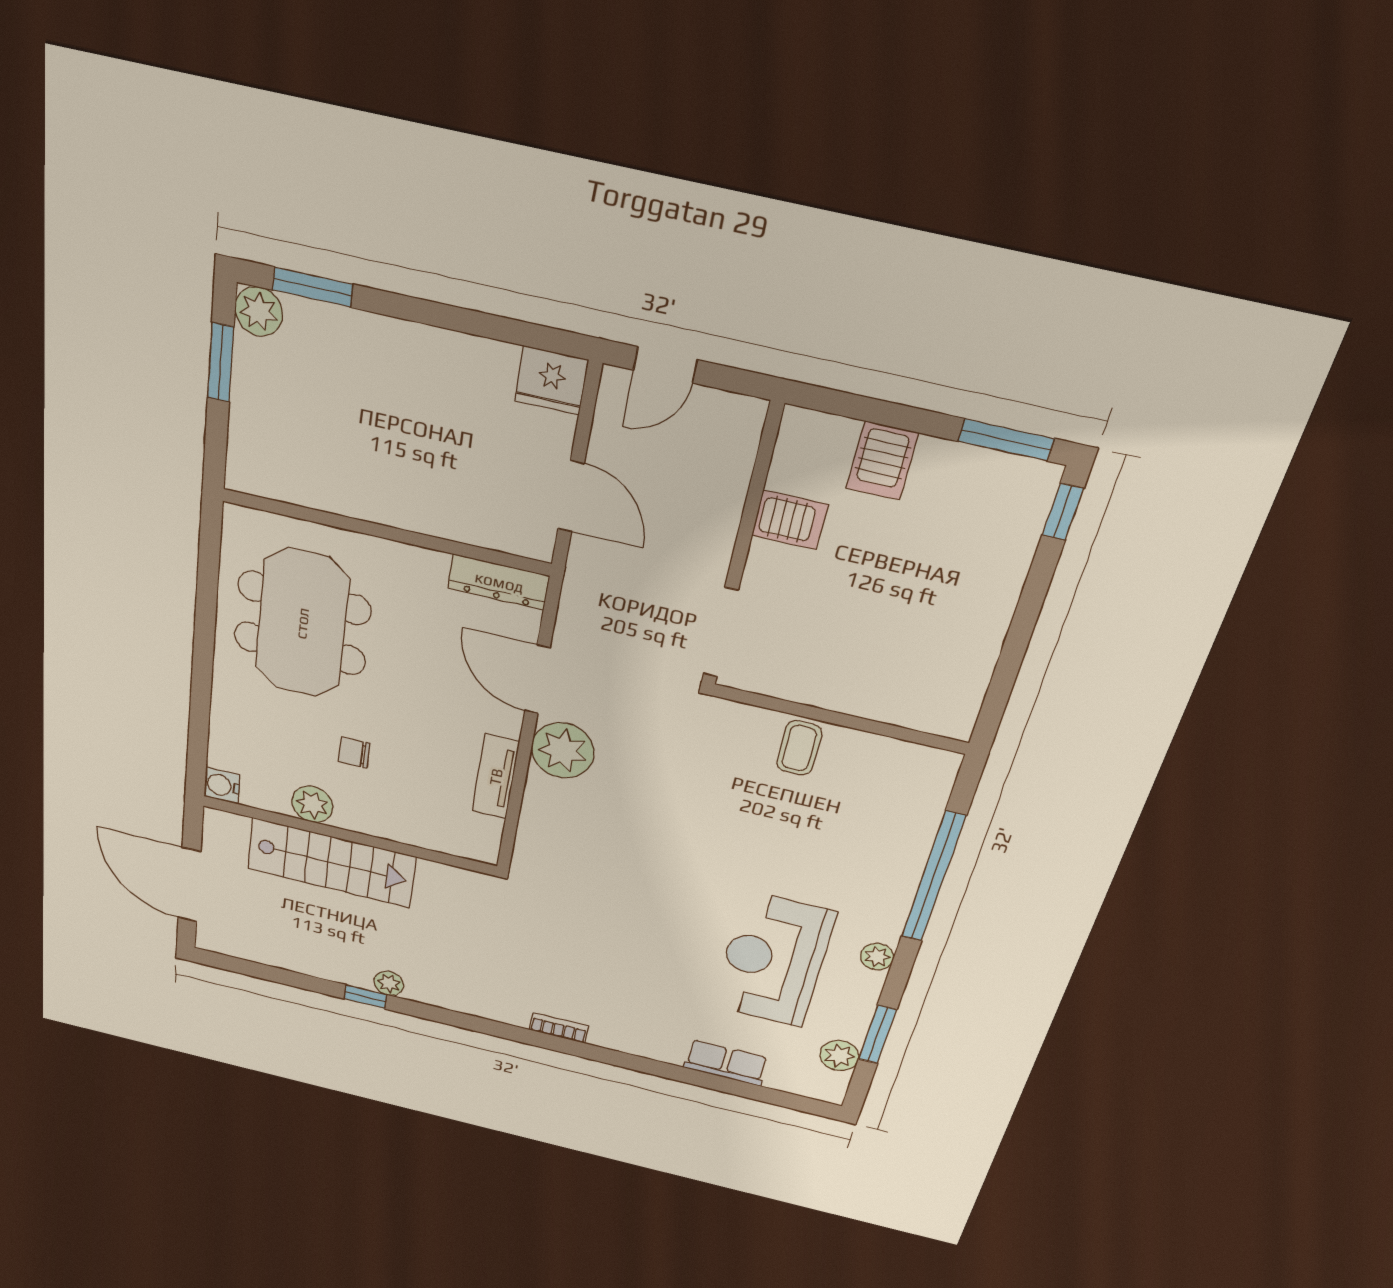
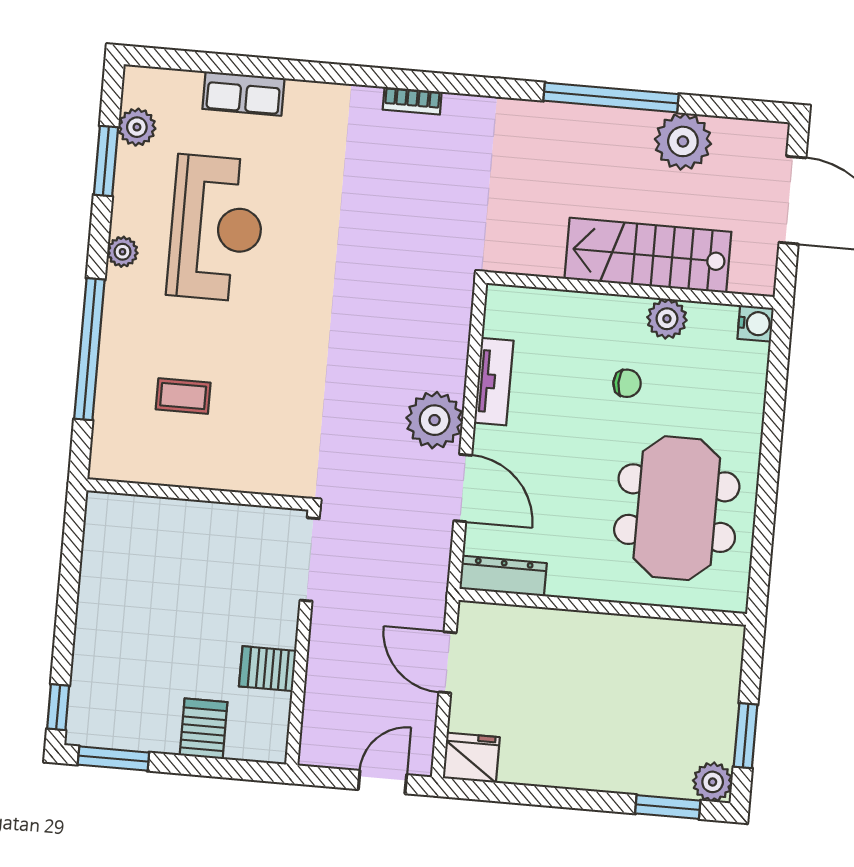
coffee table: (799, 748) -> (183, 396), moved, turned 90
plant: (389, 983) -> (683, 141), moved, width x1.87, depth x1.87
window: (365, 997) -> (611, 97), width x3.17

